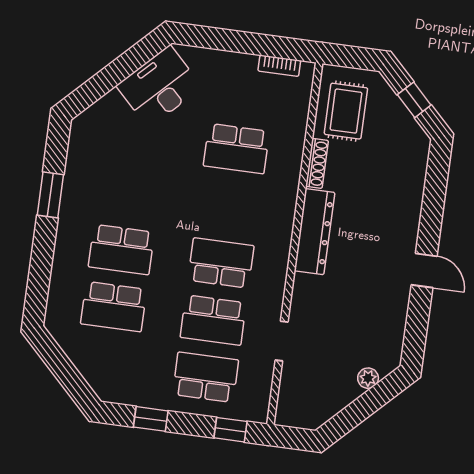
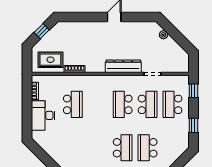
desk: (159, 86) -> (43, 115), moved, turned 45
dresser: (314, 232) -> (123, 66), moved
school desk: (114, 307) -> (148, 148), turned 180

